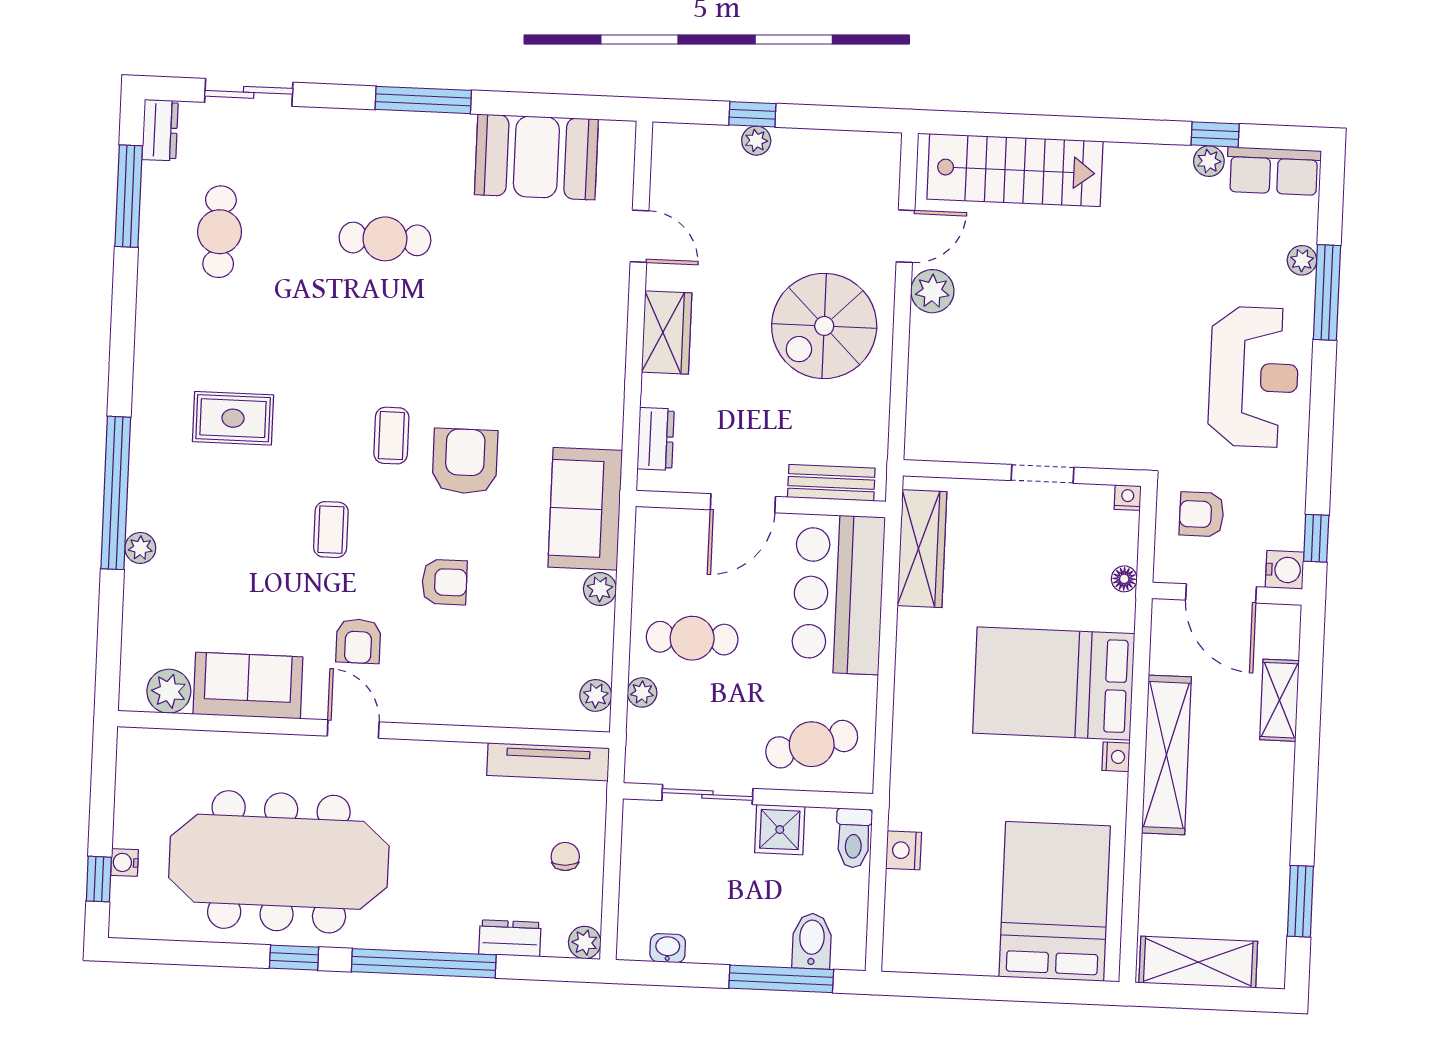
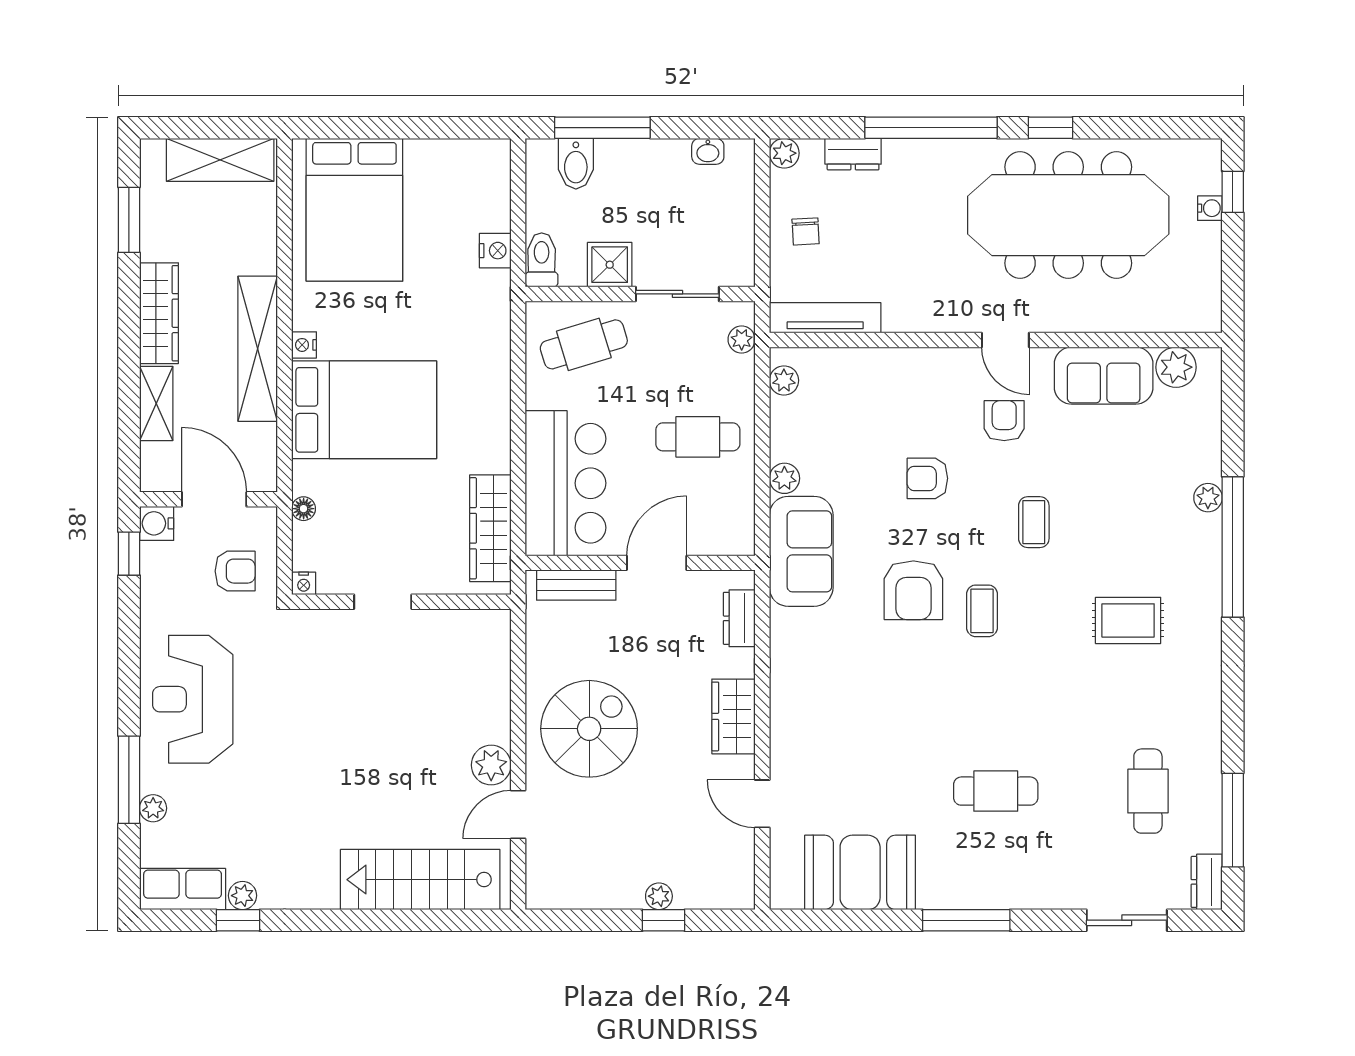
plant: (642, 692) -> (742, 339), moved
wardrobe: (1272, 798) -> (159, 313), added

